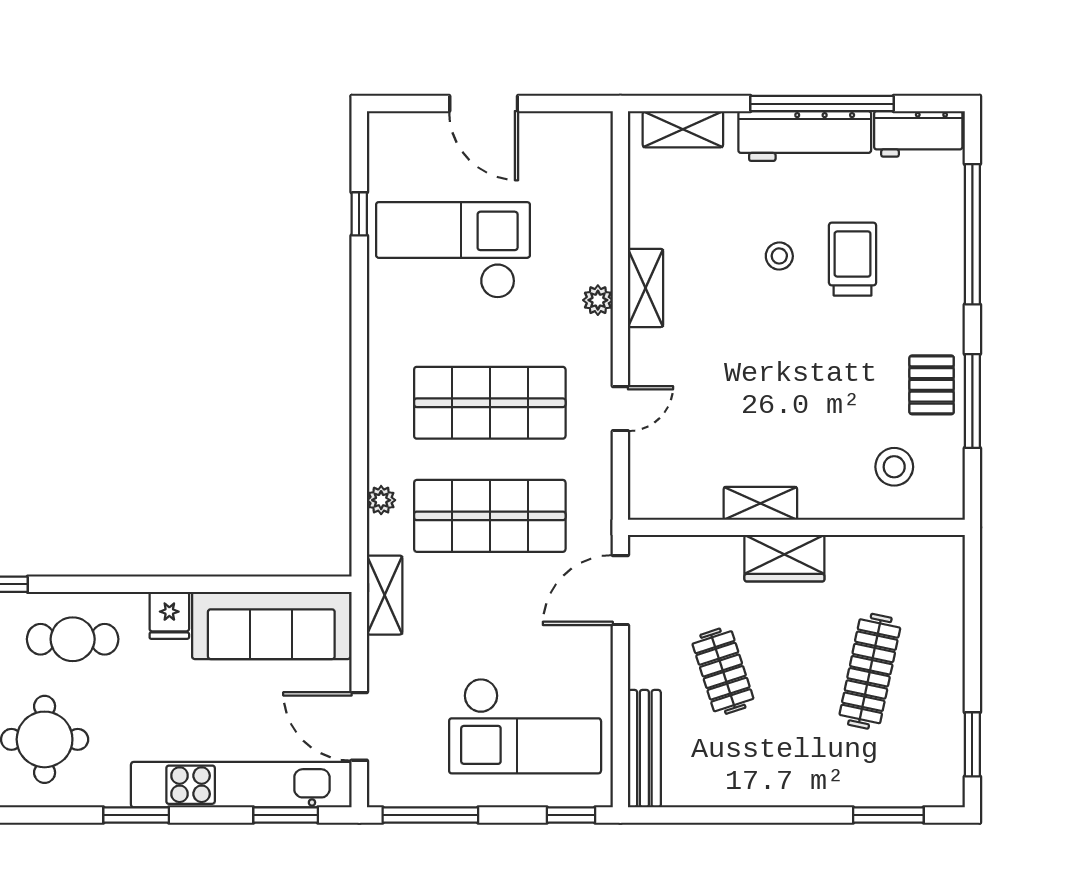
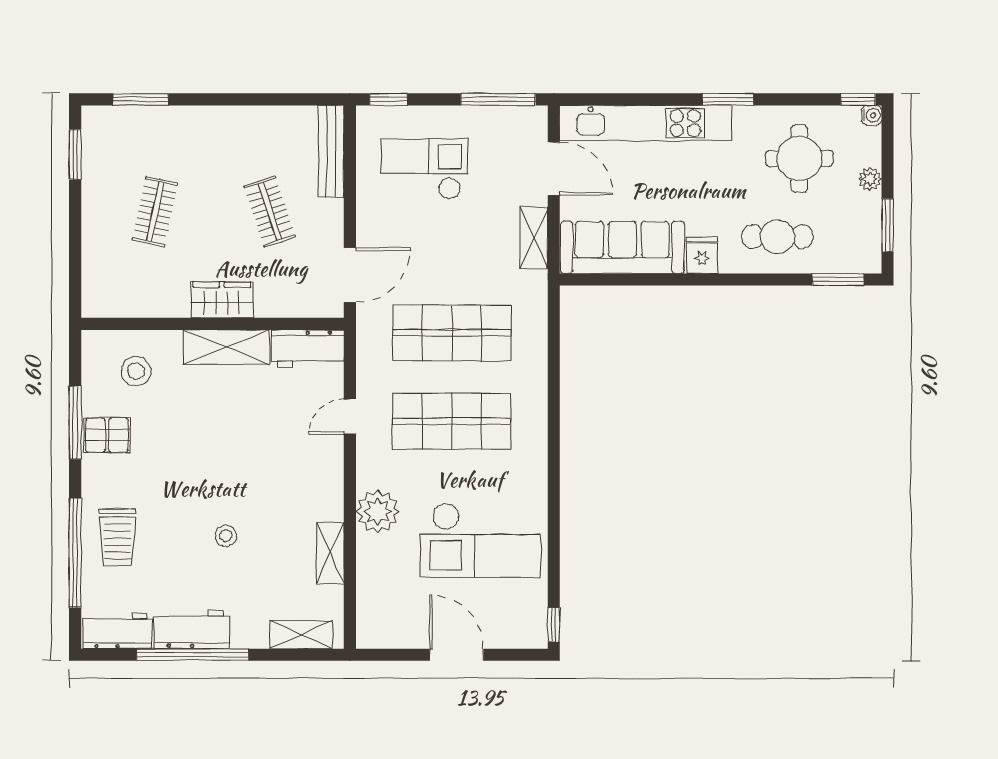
workbench: (805, 136) -> (192, 629), width x0.73
window: (359, 214) -> (554, 625), moved
trolley: (853, 259) -> (117, 538), moved
shelving: (646, 288) -> (330, 553), moved
plant: (598, 300) -> (378, 512), width x1.88, depth x1.88
pallet: (932, 385) -> (107, 435), turned 90
workbench: (674, 496) -> (308, 348), added
plant: (381, 500) -> (537, 345), removed
shelving: (760, 503) -> (226, 347), width x1.50, depth x1.33
shelving: (385, 595) -> (534, 238), moved
clothes rail: (870, 671) -> (155, 212), width x0.73
checkout: (525, 726) -> (424, 169), width x0.73, depth x0.83
window: (286, 815) -> (611, 99), removed

